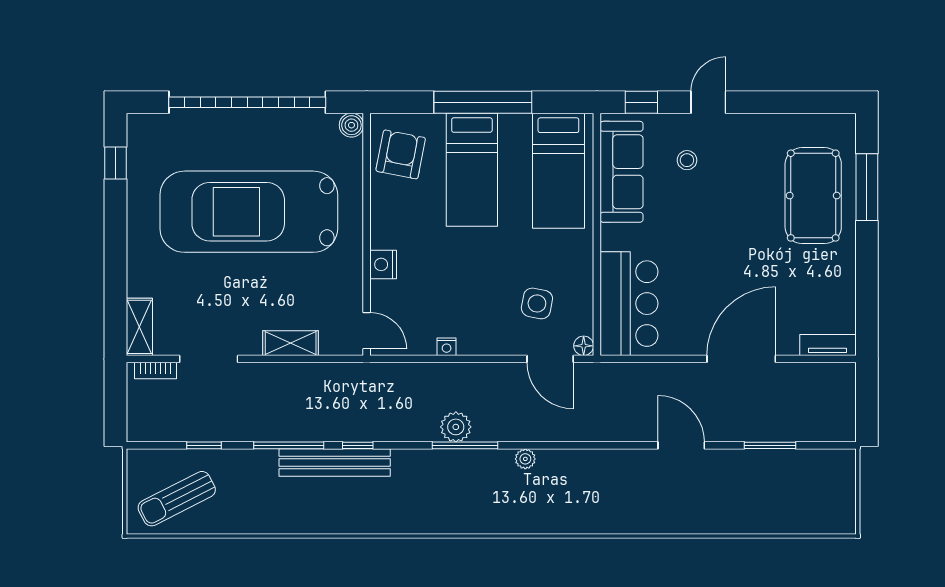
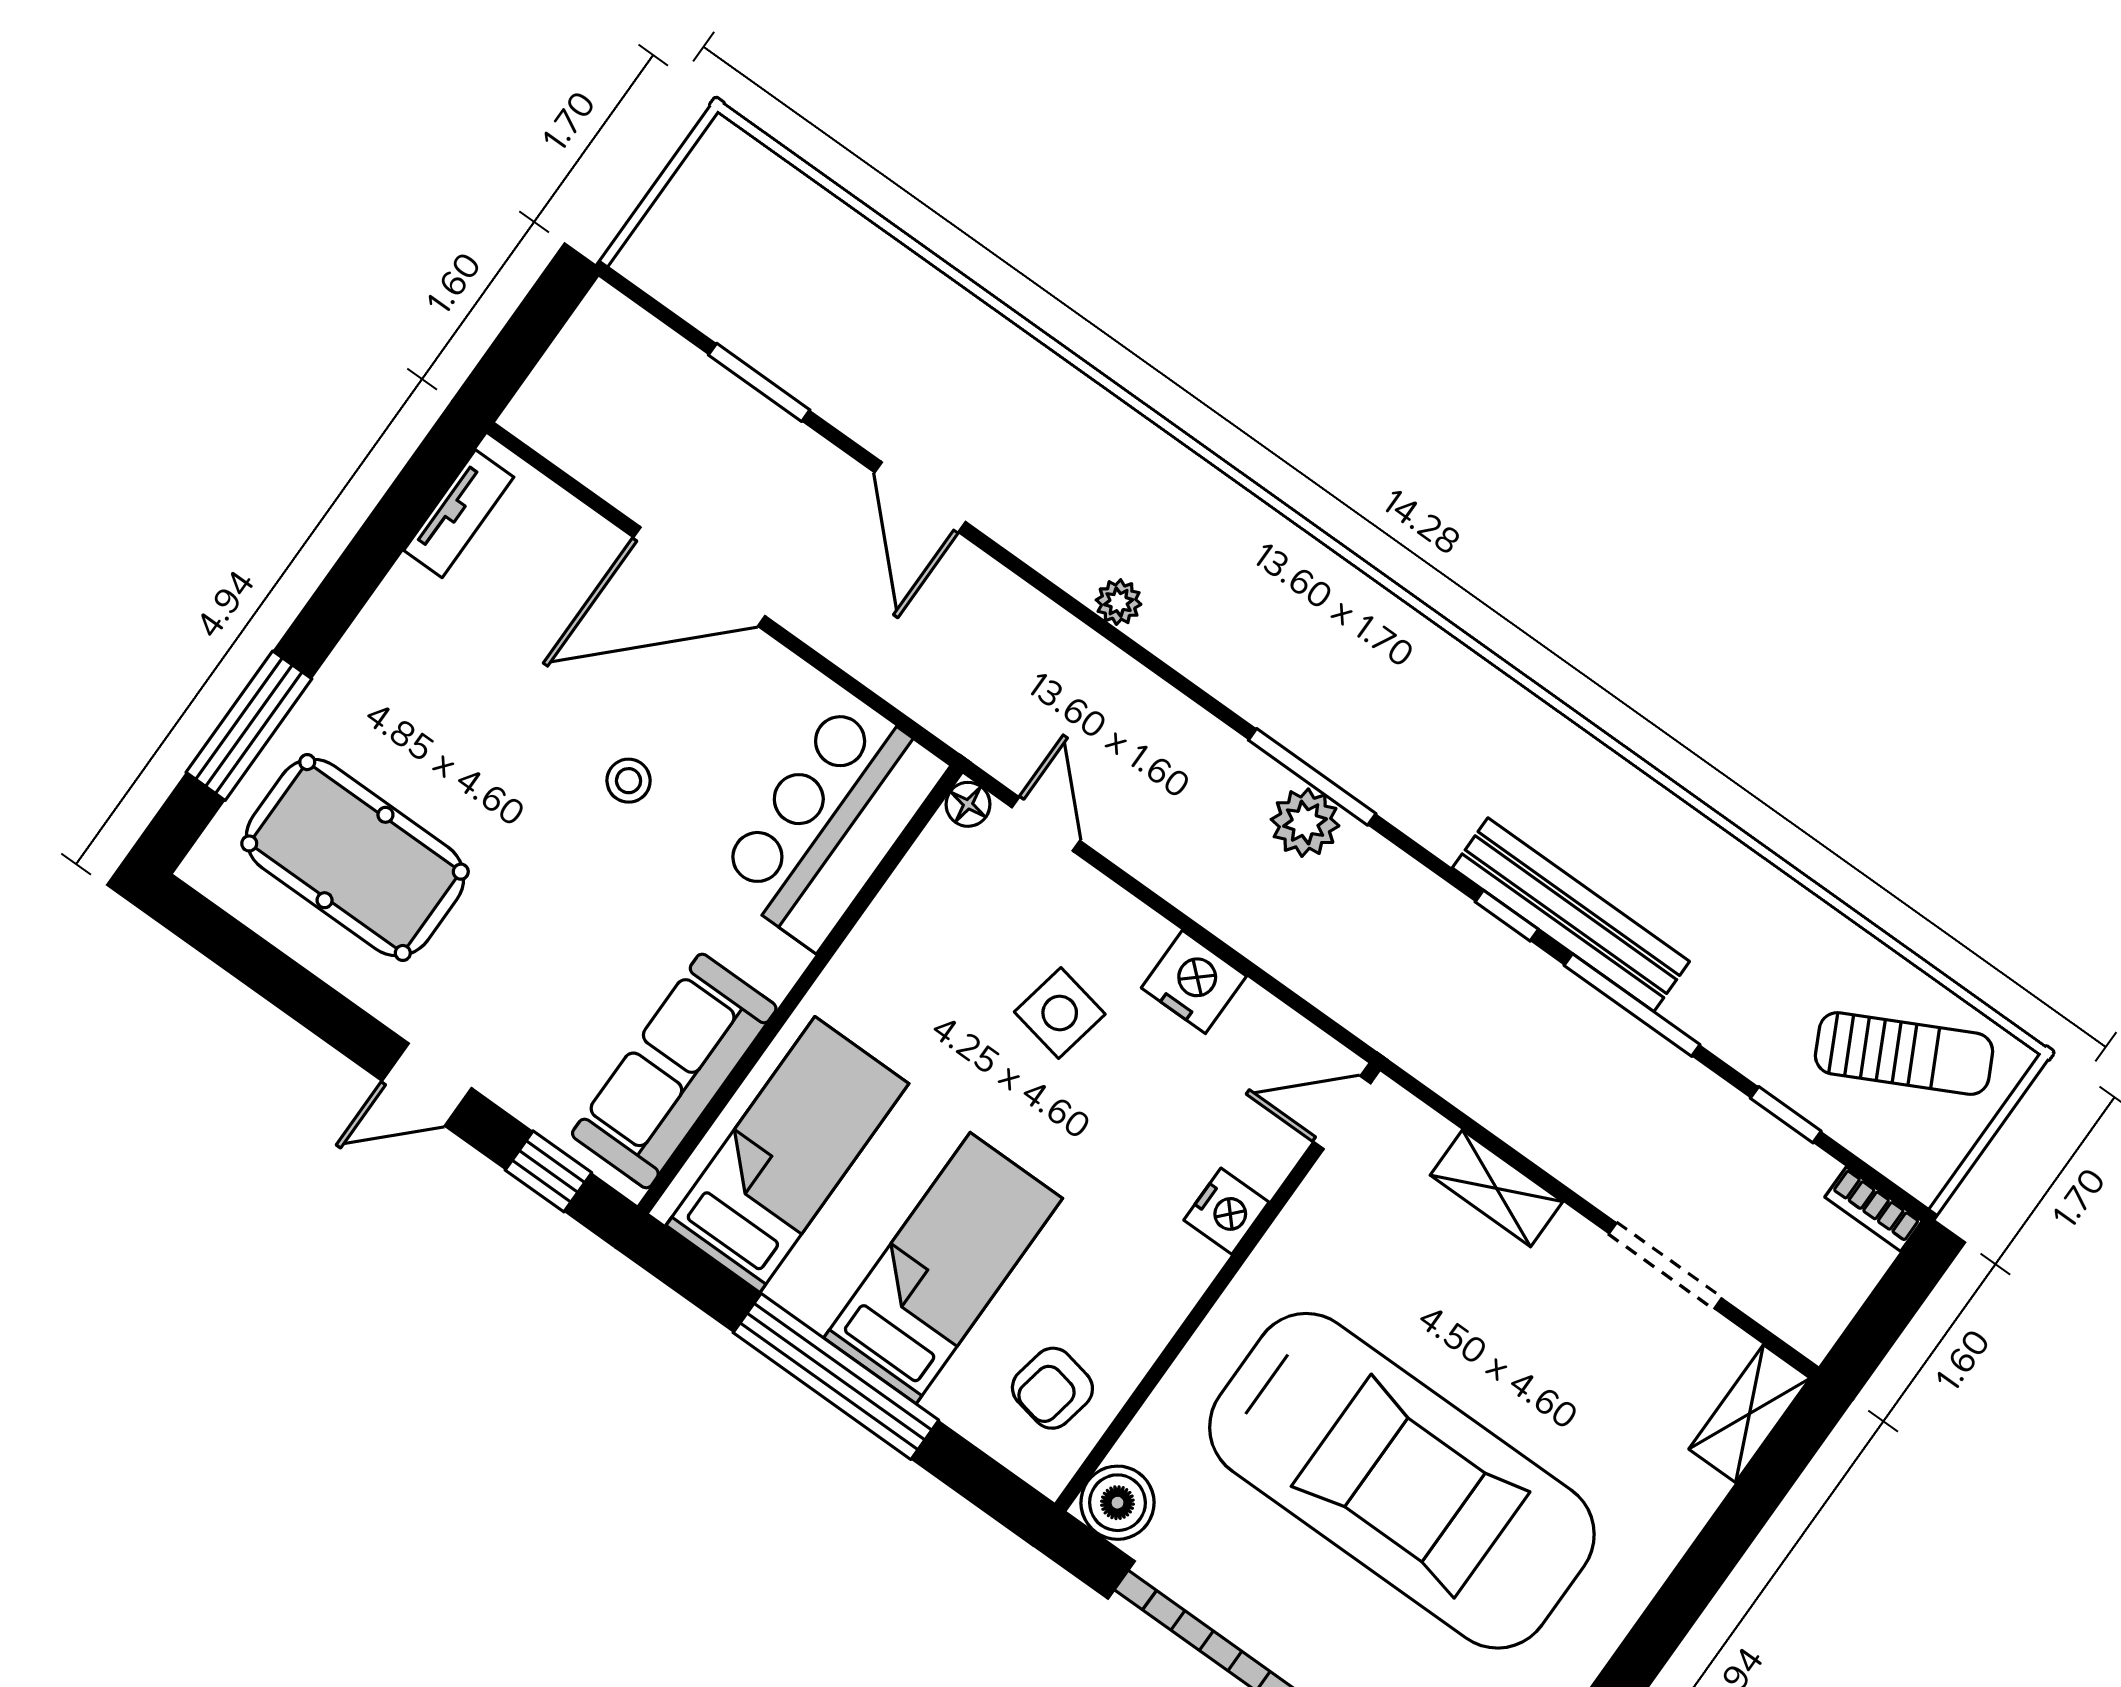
boiler: (351, 125) -> (1117, 1503), width x1.36, depth x1.36
armchair: (401, 154) -> (1052, 1388), width x0.72, depth x0.72
stool: (687, 160) -> (629, 781), moved
pool table: (813, 196) -> (355, 858), moved, turned 90
side table: (537, 303) -> (1060, 1013), moved
door: (367, 331) -> (1342, 1112), hinge flipped
tv unit: (828, 345) -> (459, 514), moved, turned -90
nightstand: (447, 347) -> (1194, 982), width x1.89, depth x1.79
door: (550, 359) -> (1046, 824), width x0.73
bookcase: (156, 371) -> (1873, 1209), moved, turned 180
plant: (525, 459) -> (1119, 602), moved

